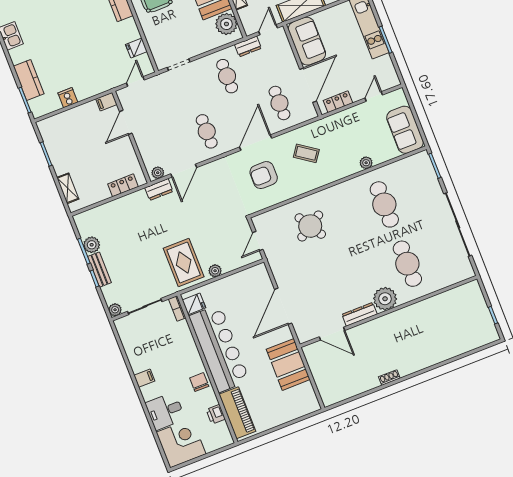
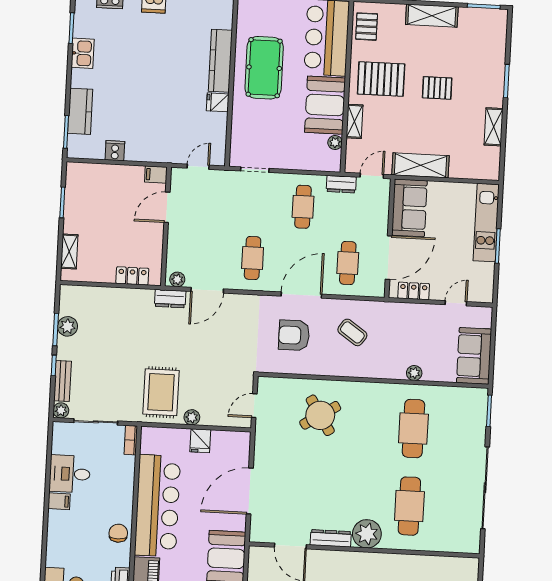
plant: (226, 24) -> (335, 142), width x0.53, depth x0.53
fridge: (136, 48) -> (218, 102), moved
bench: (99, 270) -> (62, 381), moved
fridge: (194, 304) -> (200, 441), moved, turned 90
desk: (165, 411) -> (70, 474), moved

